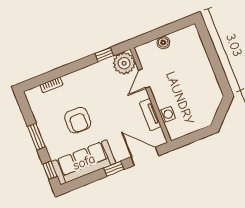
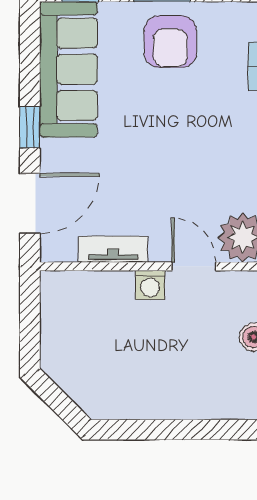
washing machine: (167, 115) -> (150, 285), moved
armchair: (78, 120) -> (170, 42), moved, turned -90

